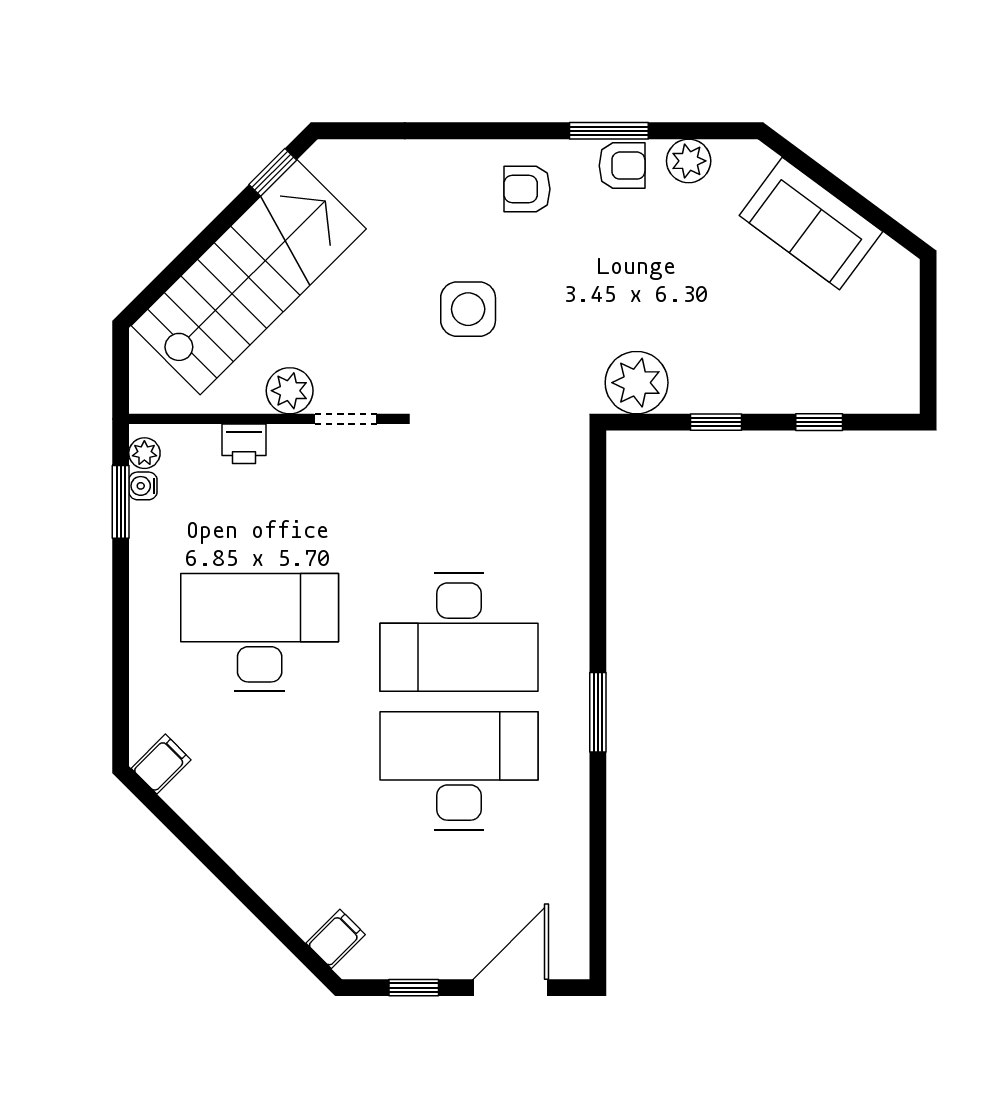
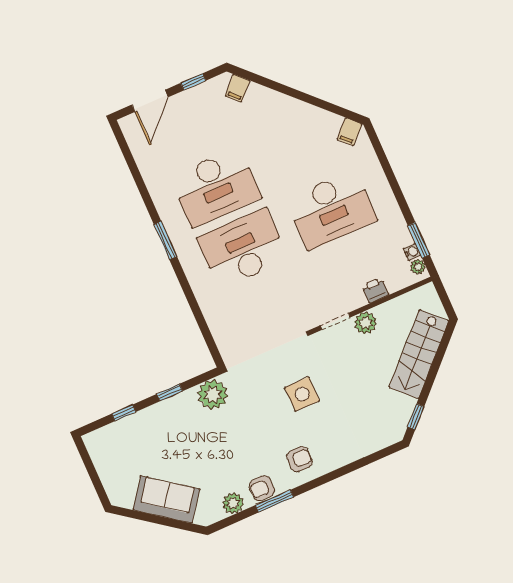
stairs: (249, 277) -> (419, 354), width x0.73, depth x0.66

